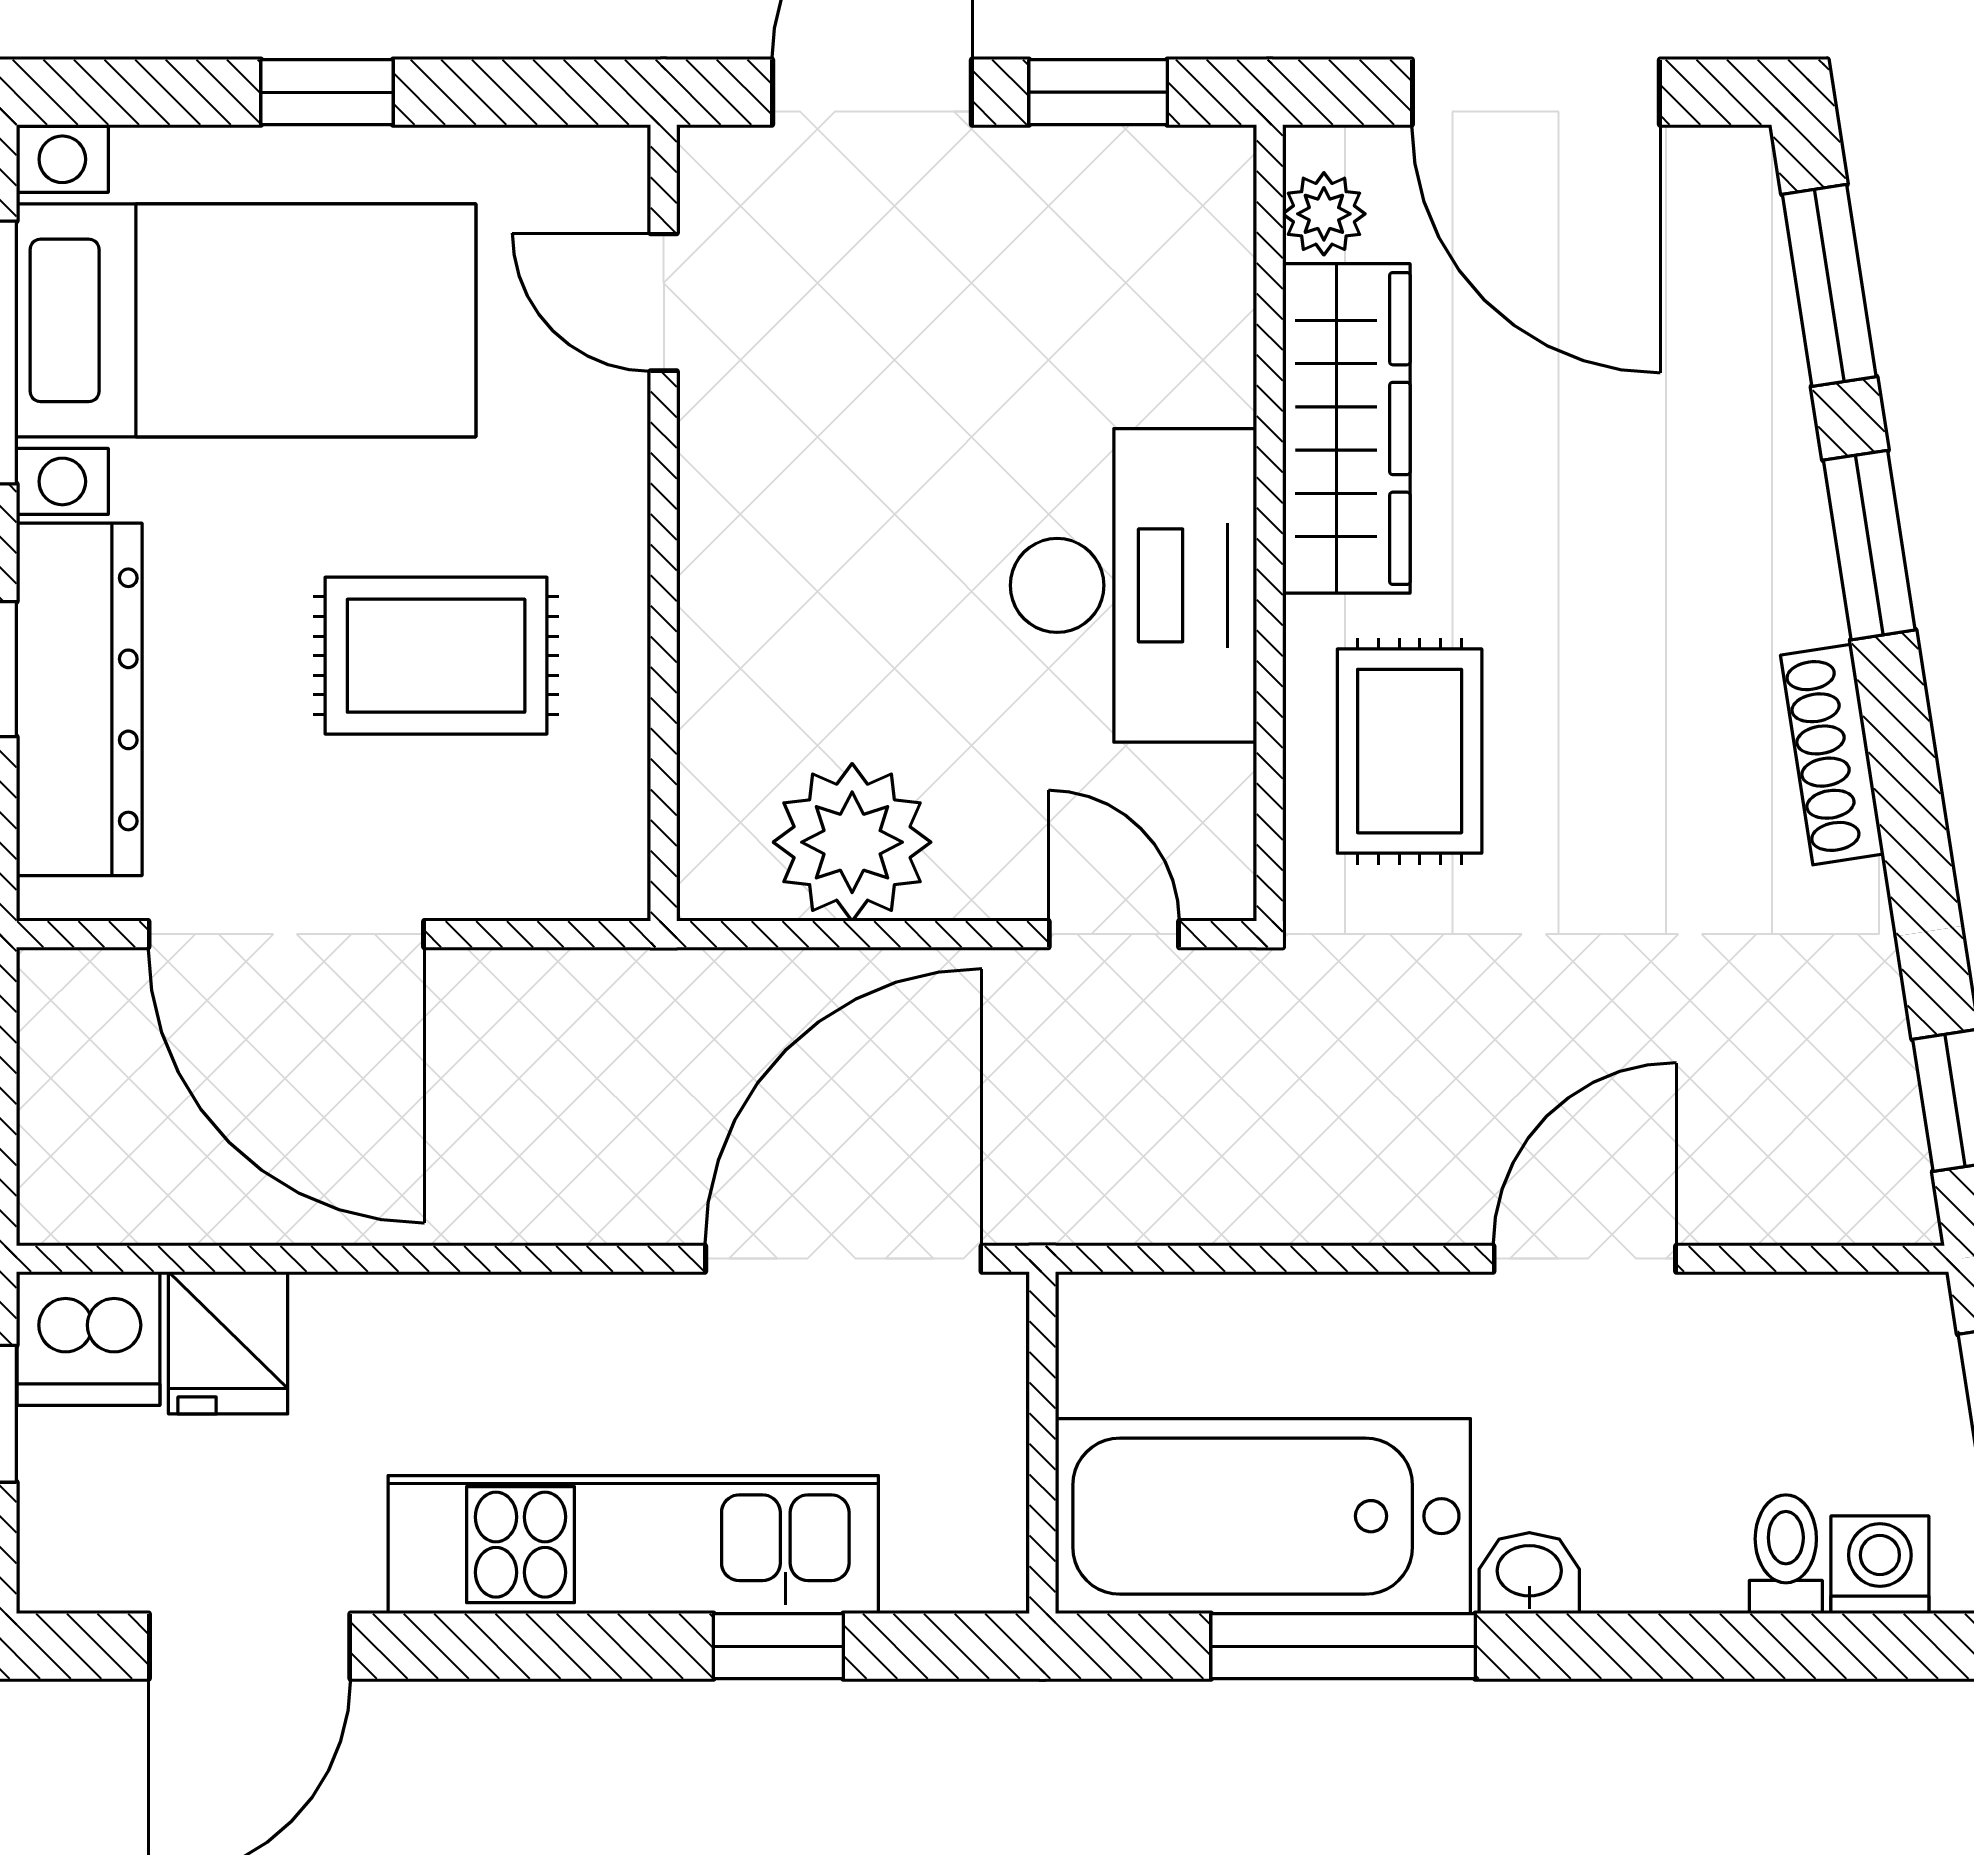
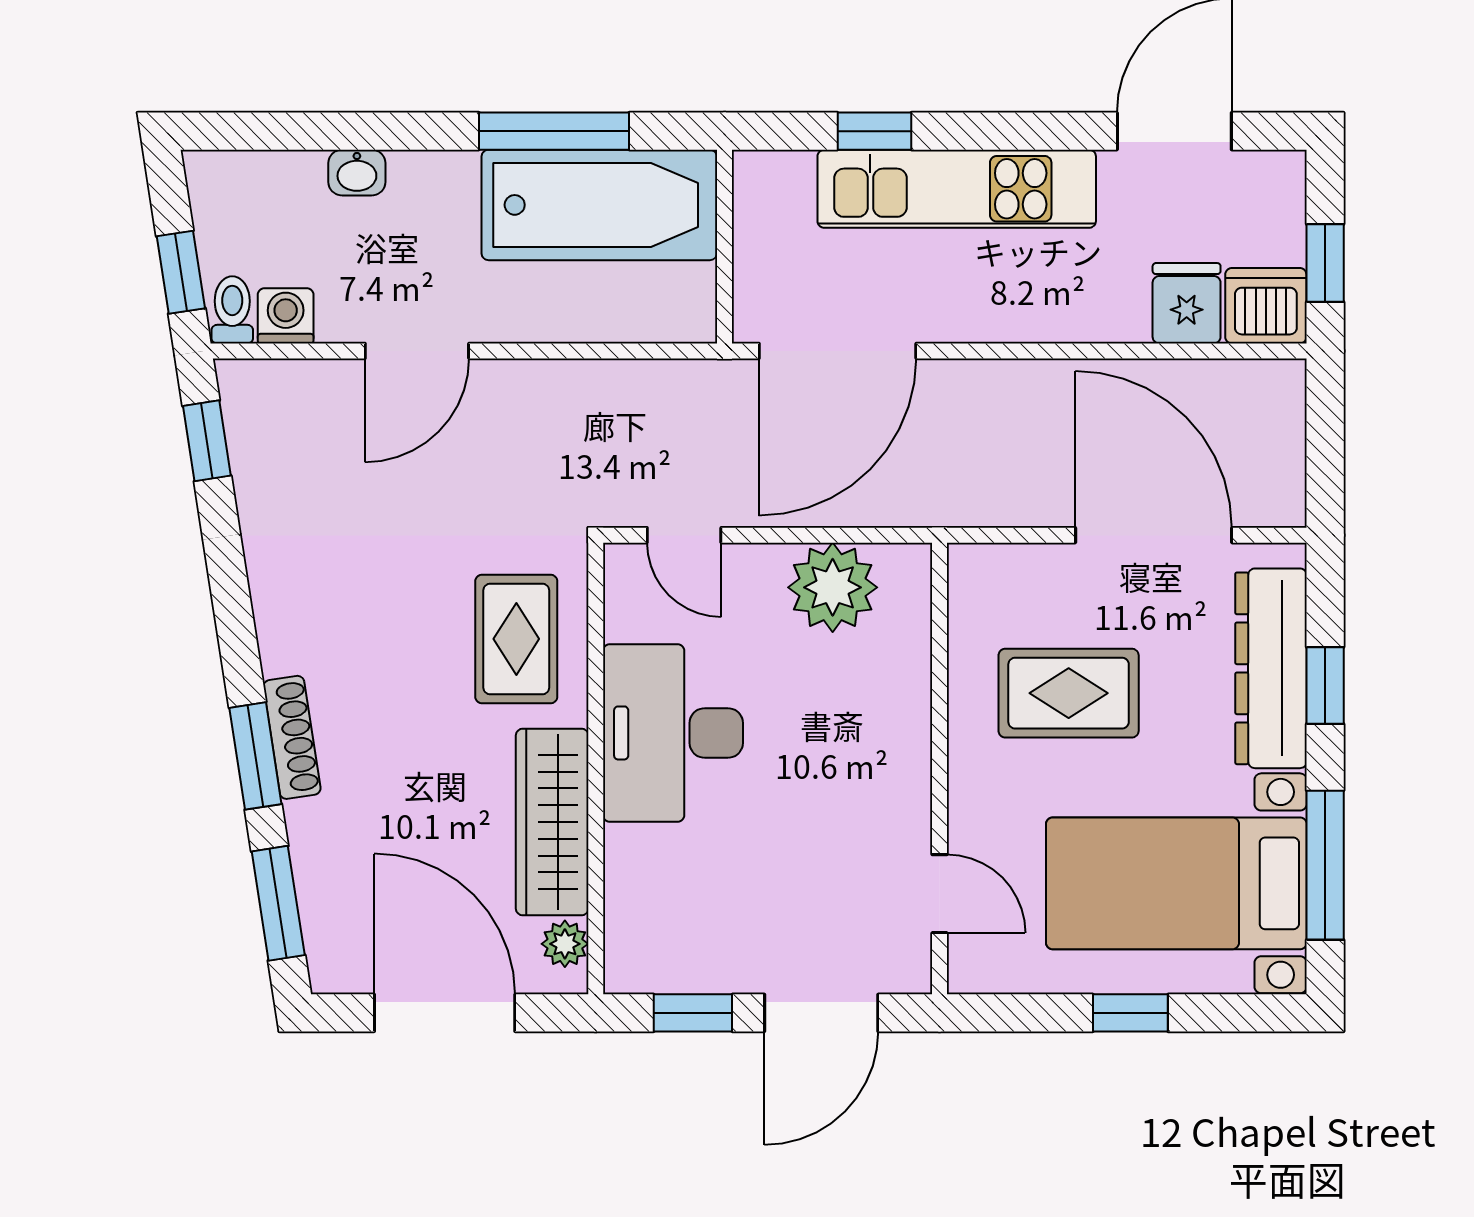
shoe rack: (1832, 755) -> (292, 737), moved
toilet: (1786, 1554) -> (232, 310), moved, turned 180
washing machine: (1880, 1565) -> (286, 316), moved, turned 180
washbasin: (1529, 1573) -> (357, 173), moved

